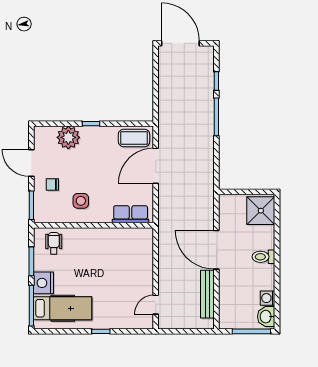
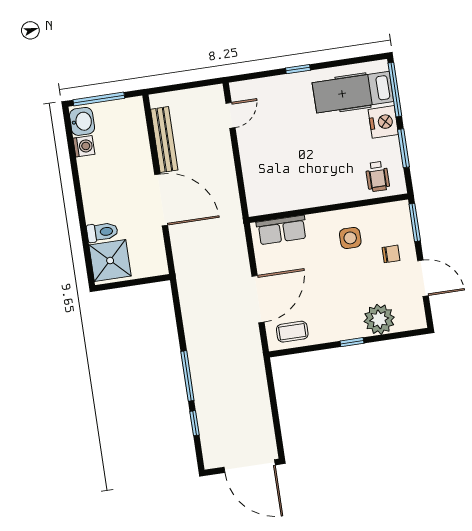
coffee table: (134, 138) -> (292, 332), width x0.73, depth x0.77
toilet: (263, 257) -> (102, 232), moved

